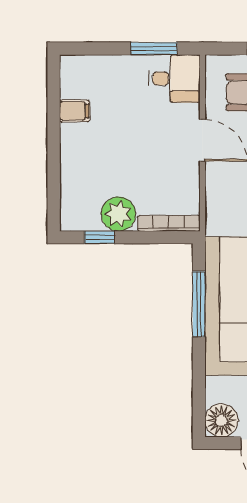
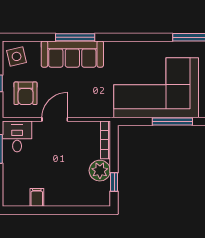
window: (199, 304) -> (172, 122), moved

